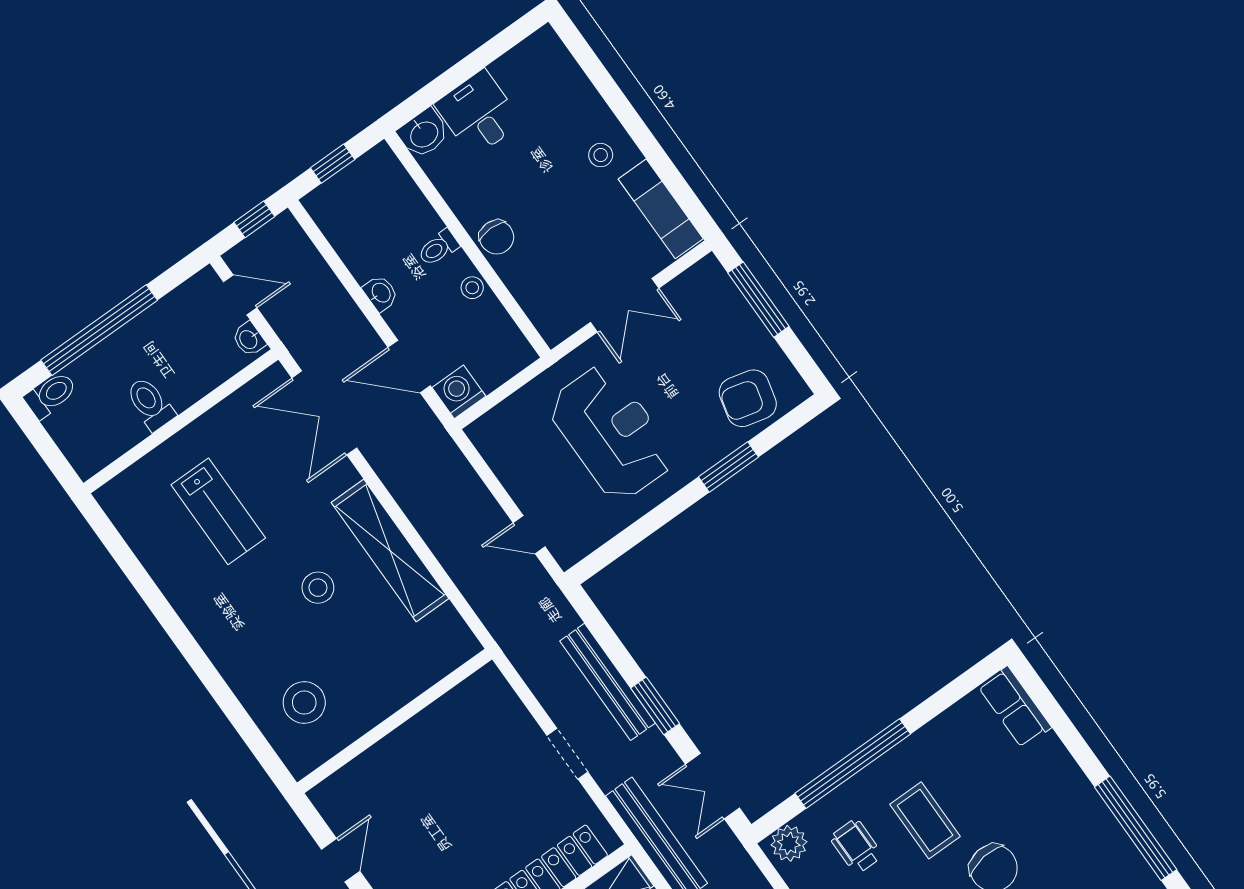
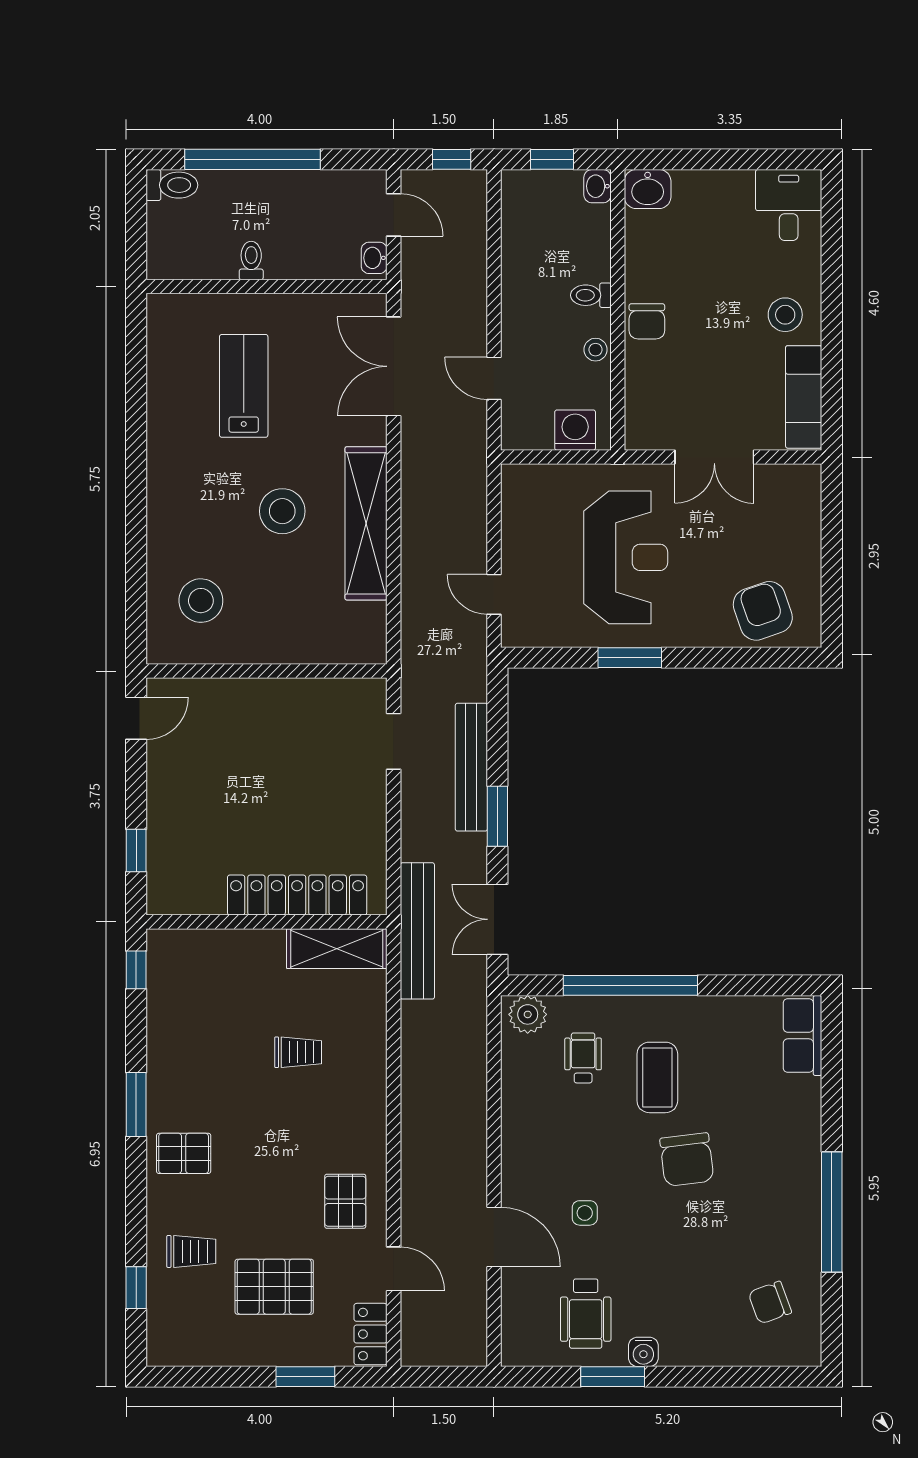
desk: (478, 113) -> (789, 205), moved
stool: (601, 155) -> (785, 315), width x1.37, depth x1.37
washbasin: (381, 293) -> (597, 186), moved, turned 180
window: (758, 300) -> (832, 533), removed
door: (409, 367) -> (494, 378), width x0.73
washing machine: (459, 392) -> (575, 430), moved
armchair: (748, 398) -> (763, 611), turned 57
toilet: (150, 404) -> (251, 260), width x0.73, depth x0.72
window: (729, 467) -> (630, 658), moved
lab bench: (218, 511) -> (244, 386), turned 180
stool: (318, 588) -> (282, 511), width x1.38, depth x1.38
doorway: (567, 754) -> (394, 741), moved
door: (341, 860) -> (136, 718), moved

